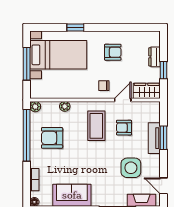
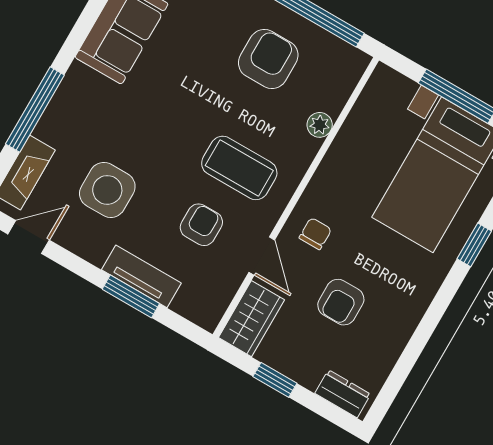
armchair: (113, 52) -> (341, 302), moved
dresser: (155, 57) -> (343, 394), moved
plant: (35, 107) -> (356, 62), removed

